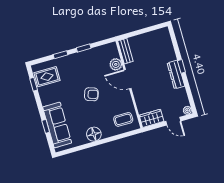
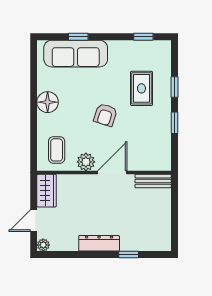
plant: (116, 64) -> (86, 162), moved
window: (181, 66) -> (129, 255), moved
rug: (47, 77) -> (141, 88), moved

